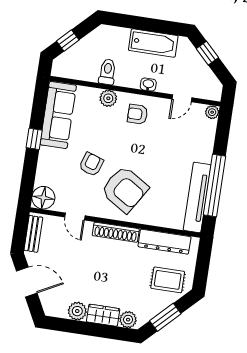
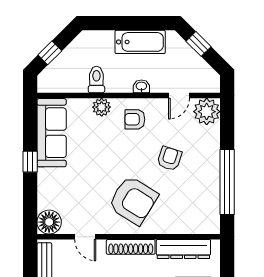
plant: (212, 112) -> (207, 112), width x1.88, depth x1.88
armchair: (91, 164) -> (169, 159), moved
tv unit: (197, 197) -> (211, 197), removed

